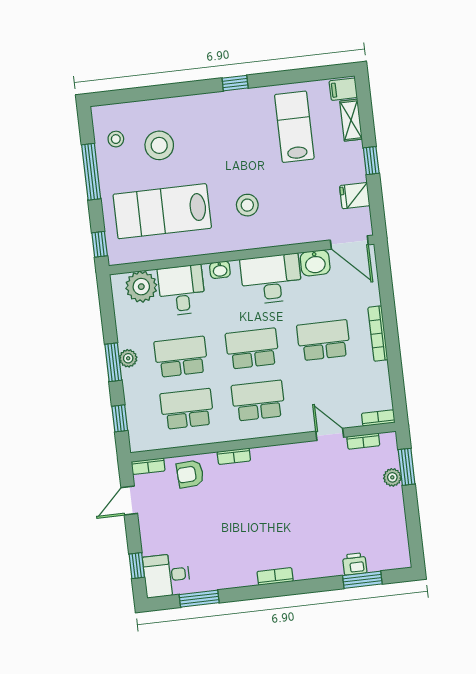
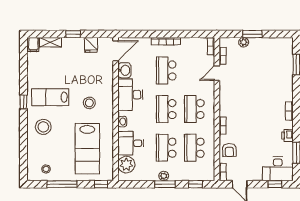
lab bench: (294, 127) -> (50, 97), moved
stool: (159, 145) -> (43, 127), moved
window: (407, 467) -> (252, 34), moved
printer: (355, 564) -> (287, 136), moved
desk: (167, 575) -> (278, 169), width x1.37

